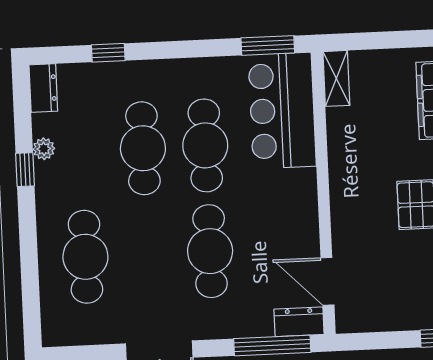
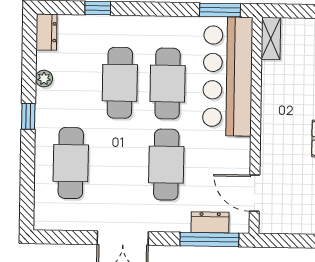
bar counter: (282, 111) -> (228, 76), width x1.36
window: (25, 170) -> (28, 116), moved
dresser: (299, 322) -> (210, 222), moved

